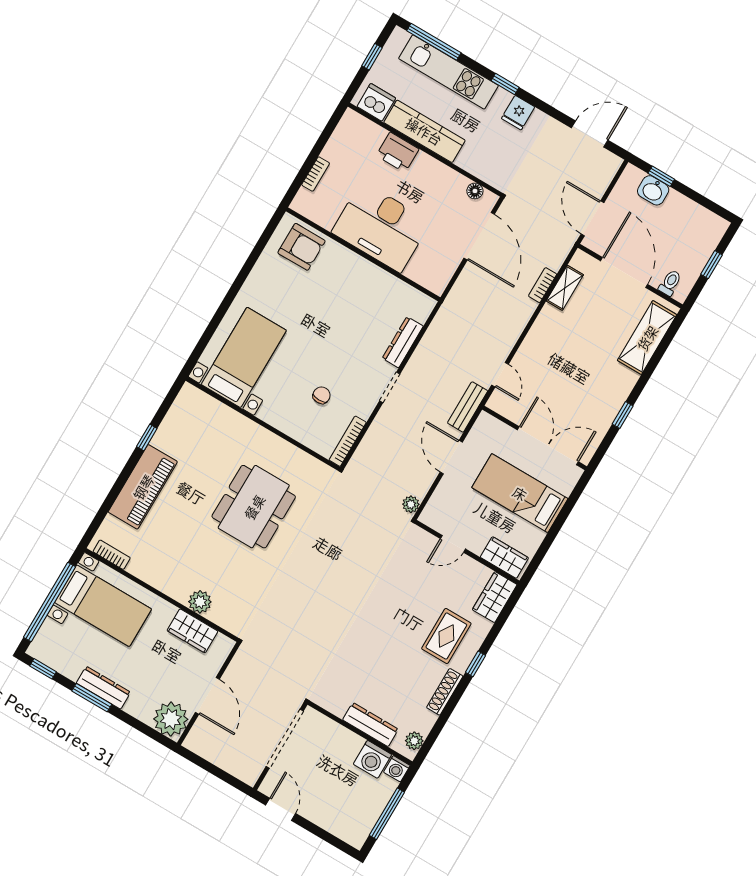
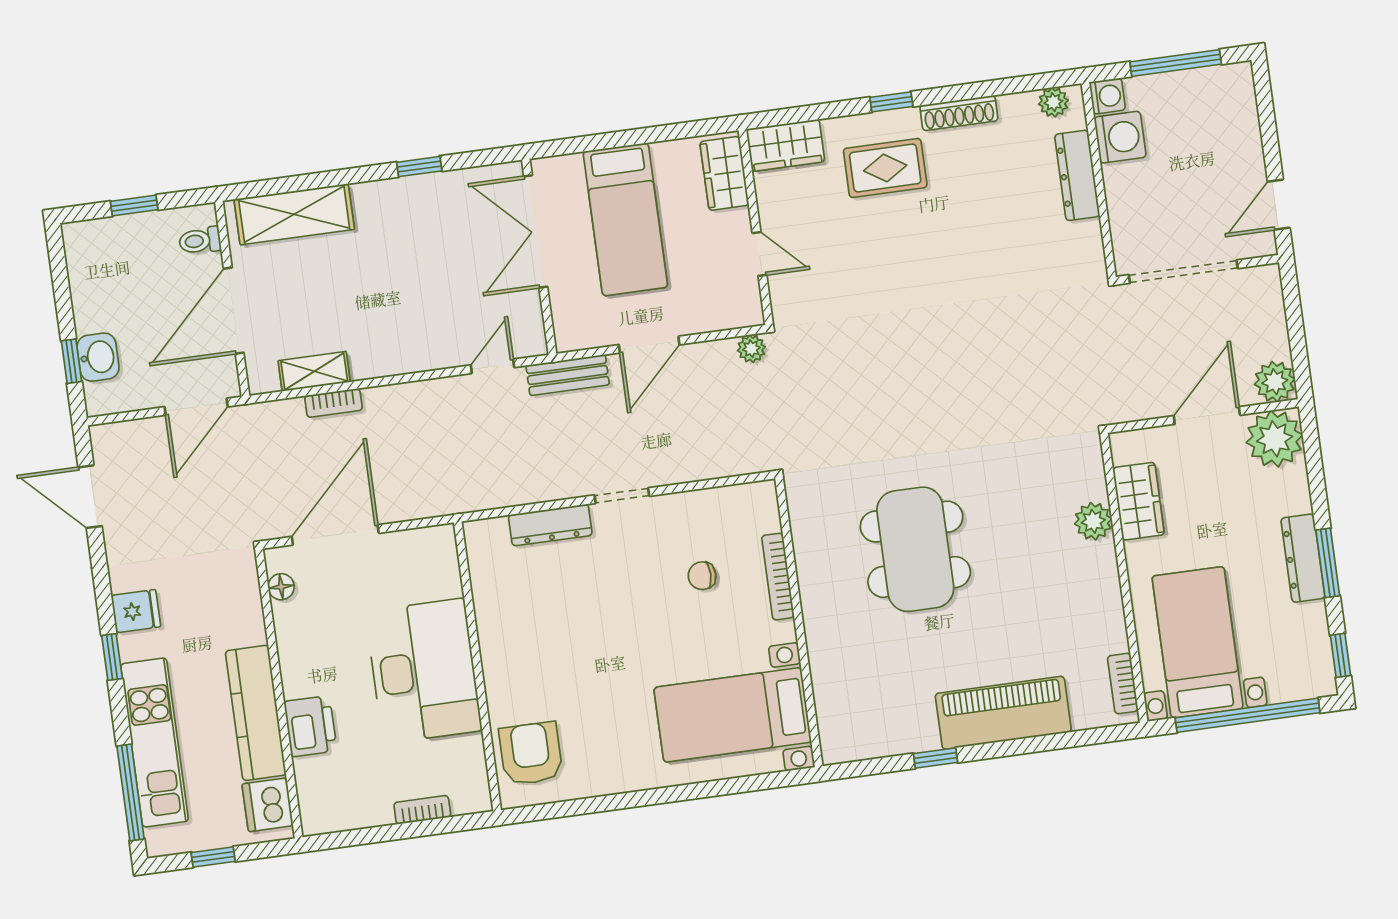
bookcase: (348, 441) -> (778, 577), moved, turned 90
dining table: (254, 507) -> (915, 549), turned 90
plant: (198, 741) -> (1275, 382), added

